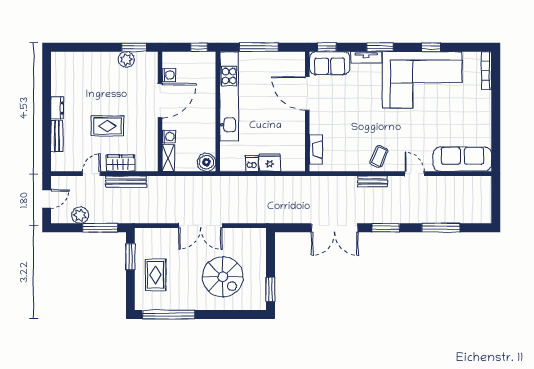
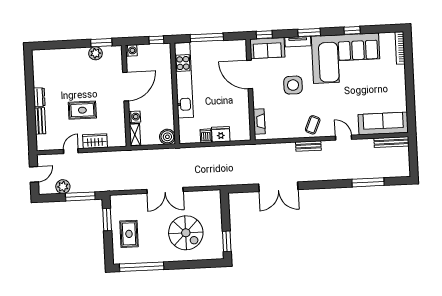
washing machine: (169, 75) -> (131, 50), moved
side table: (358, 108) -> (293, 85), added
bench: (126, 181) -> (391, 142), moved
window: (386, 228) -> (322, 185), removed

